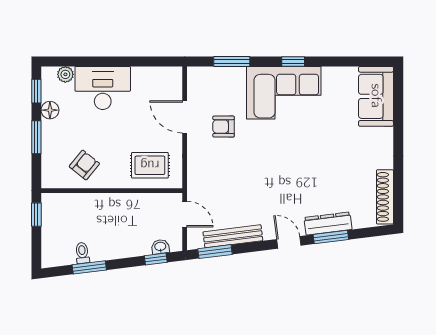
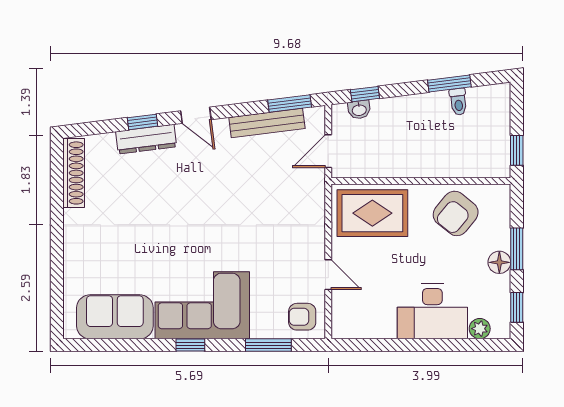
sofa: (376, 96) -> (115, 317), moved, turned -90
floor lamp: (50, 110) -> (499, 262), moved
door: (185, 117) -> (328, 275), width x0.73
armchair: (224, 127) -> (302, 317), moved, turned 180
armchair: (84, 165) -> (456, 213), width x1.38, depth x1.38
rug: (150, 165) -> (372, 213), width x1.36, depth x1.43
door: (185, 214) -> (328, 151), hinge flipped
window: (331, 237) -> (142, 122), width x0.67

